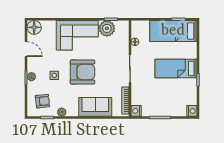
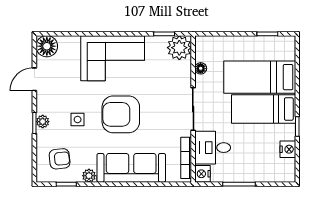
plant: (107, 28) -> (179, 48), moved
bed: (173, 31) -> (260, 77), moved
door: (26, 49) -> (34, 79), swing flipped
armchair: (83, 72) -> (121, 114), turned 180
desk: (143, 94) -> (213, 148), added
sofa: (95, 107) -> (131, 168), width x1.36
nightstand: (192, 111) -> (288, 149), moved

